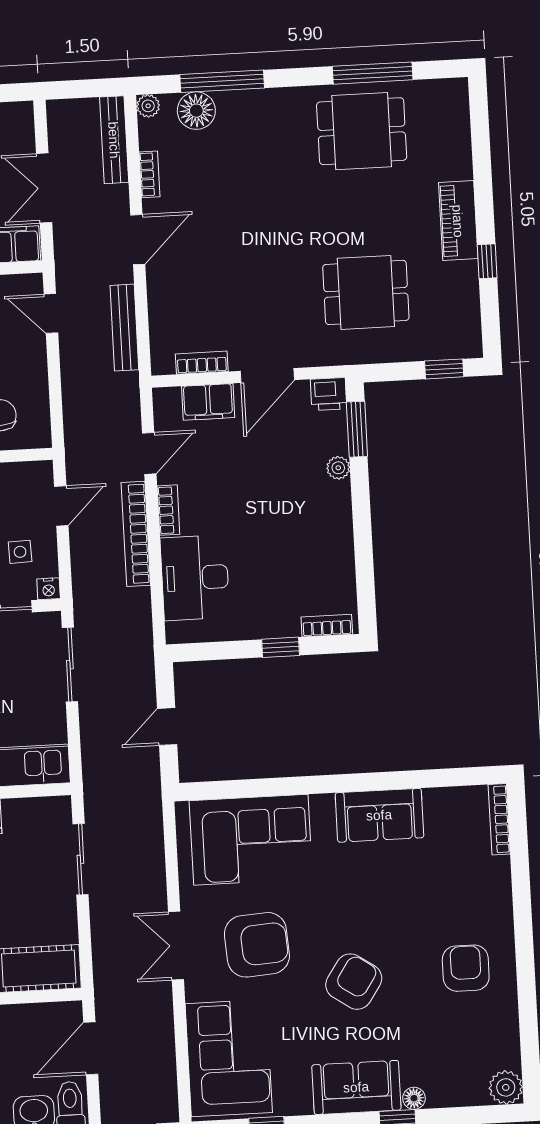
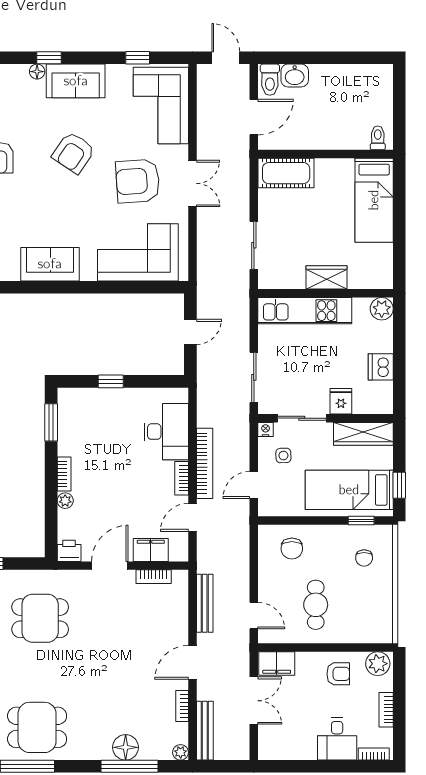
floor lamp: (196, 111) -> (126, 747), moved
window: (357, 429) -> (51, 422), moved
bookcase: (327, 626) -> (64, 474), moved, turned -90

